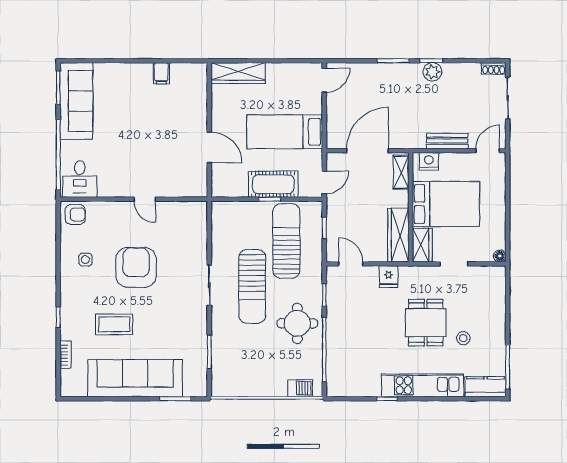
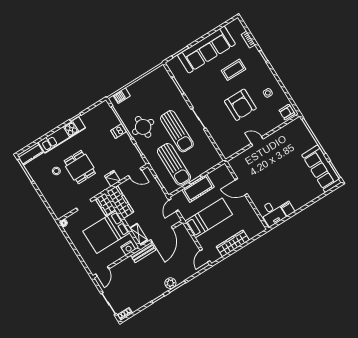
plant: (432, 72) -> (170, 283), moved
wardrobe: (238, 73) -> (233, 243), moved
bench: (447, 141) -> (143, 253), moved
desk: (80, 179) -> (272, 213), moved, turned 180
sun lounger: (252, 286) -> (177, 131), turned 180
dishwasher: (337, 340) -> (118, 131), added

